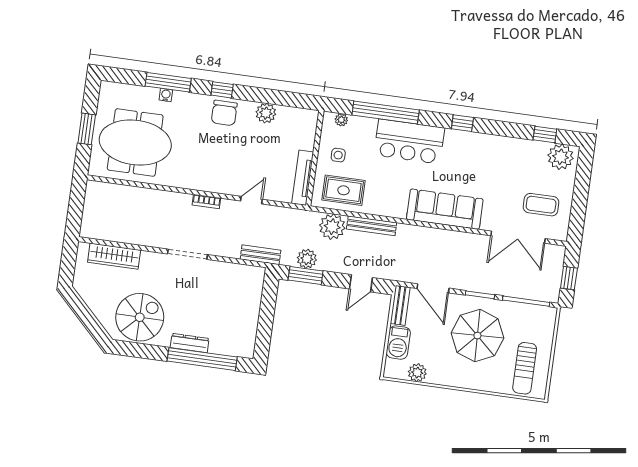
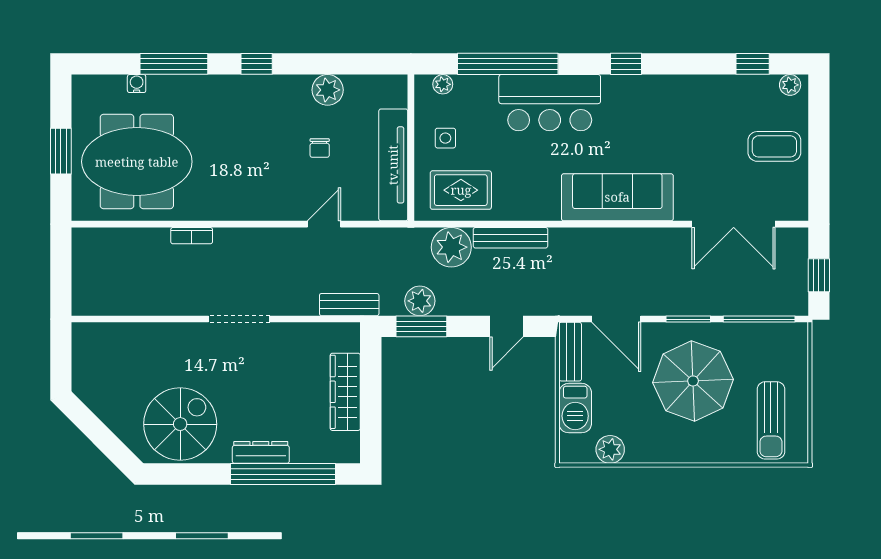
water cooler: (166, 95) -> (137, 84), moved
chair: (224, 113) -> (320, 148), moved, width x0.54, depth x0.54
plant: (561, 157) -> (790, 85), width x0.53, depth x0.53
tv unit: (303, 178) -> (393, 165), width x1.36, depth x1.29
bookcase: (206, 202) -> (192, 236), moved
coffee table: (541, 205) -> (774, 146), moved
wardrobe: (114, 256) -> (345, 392), moved, turned 90

